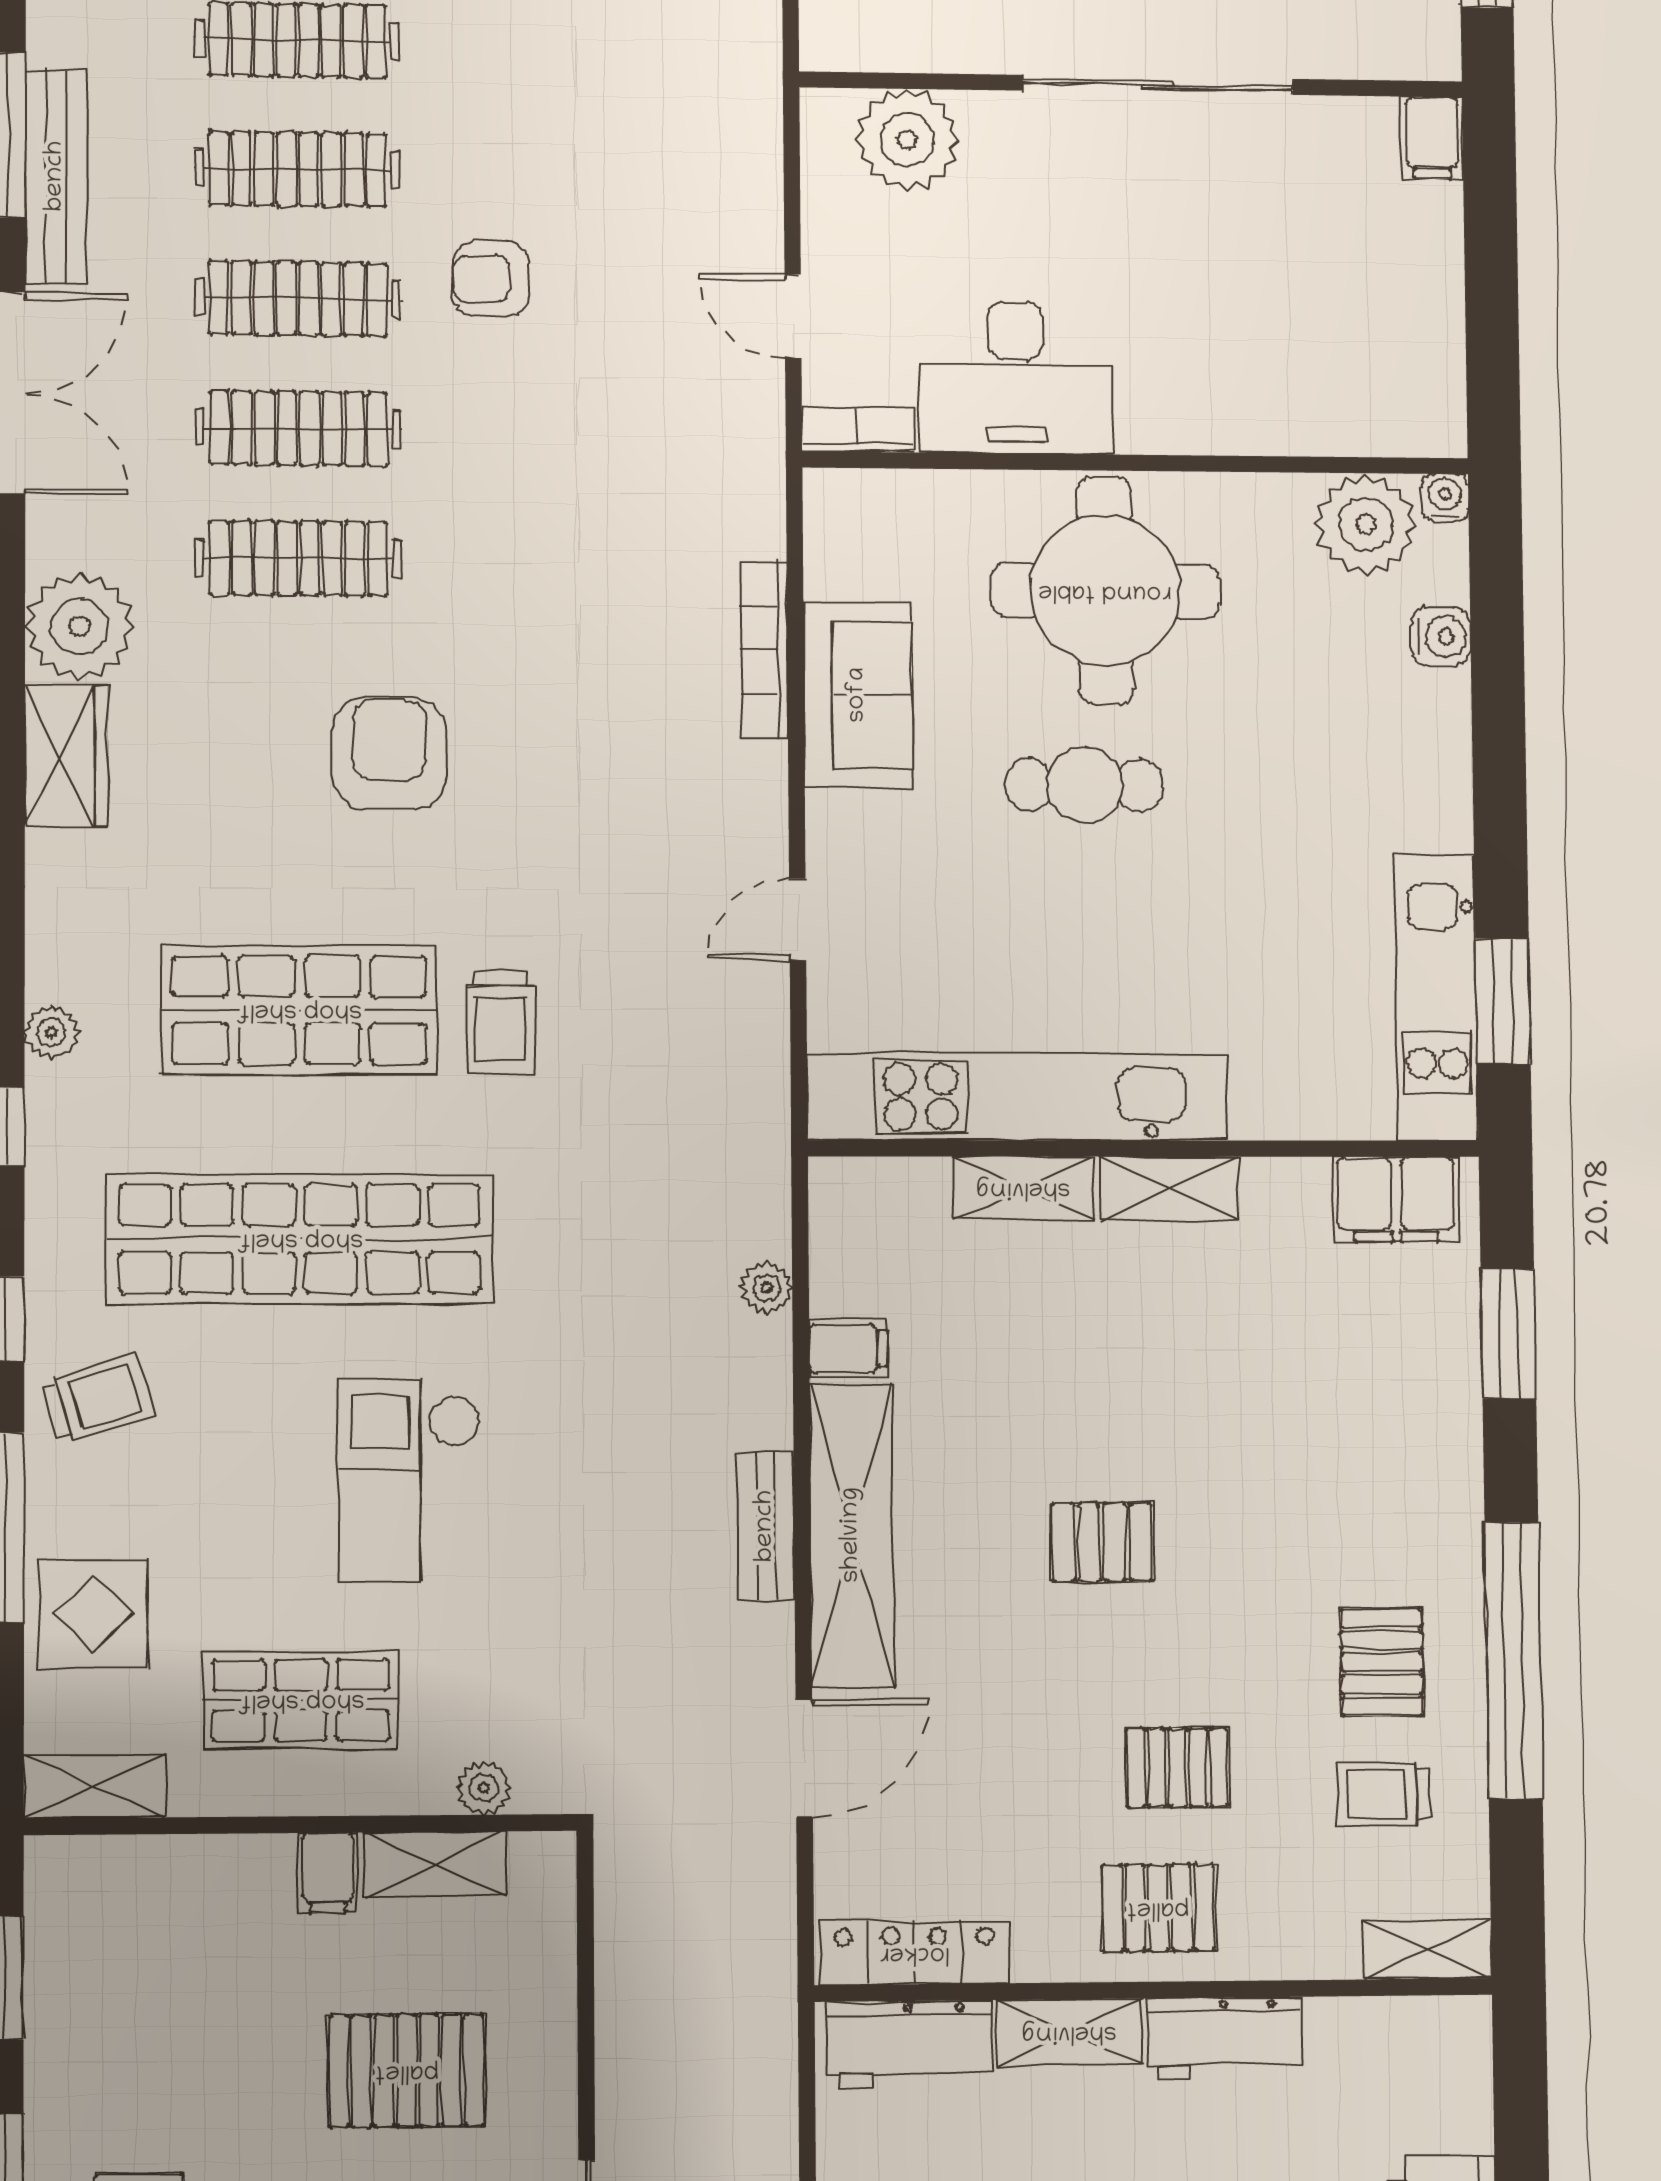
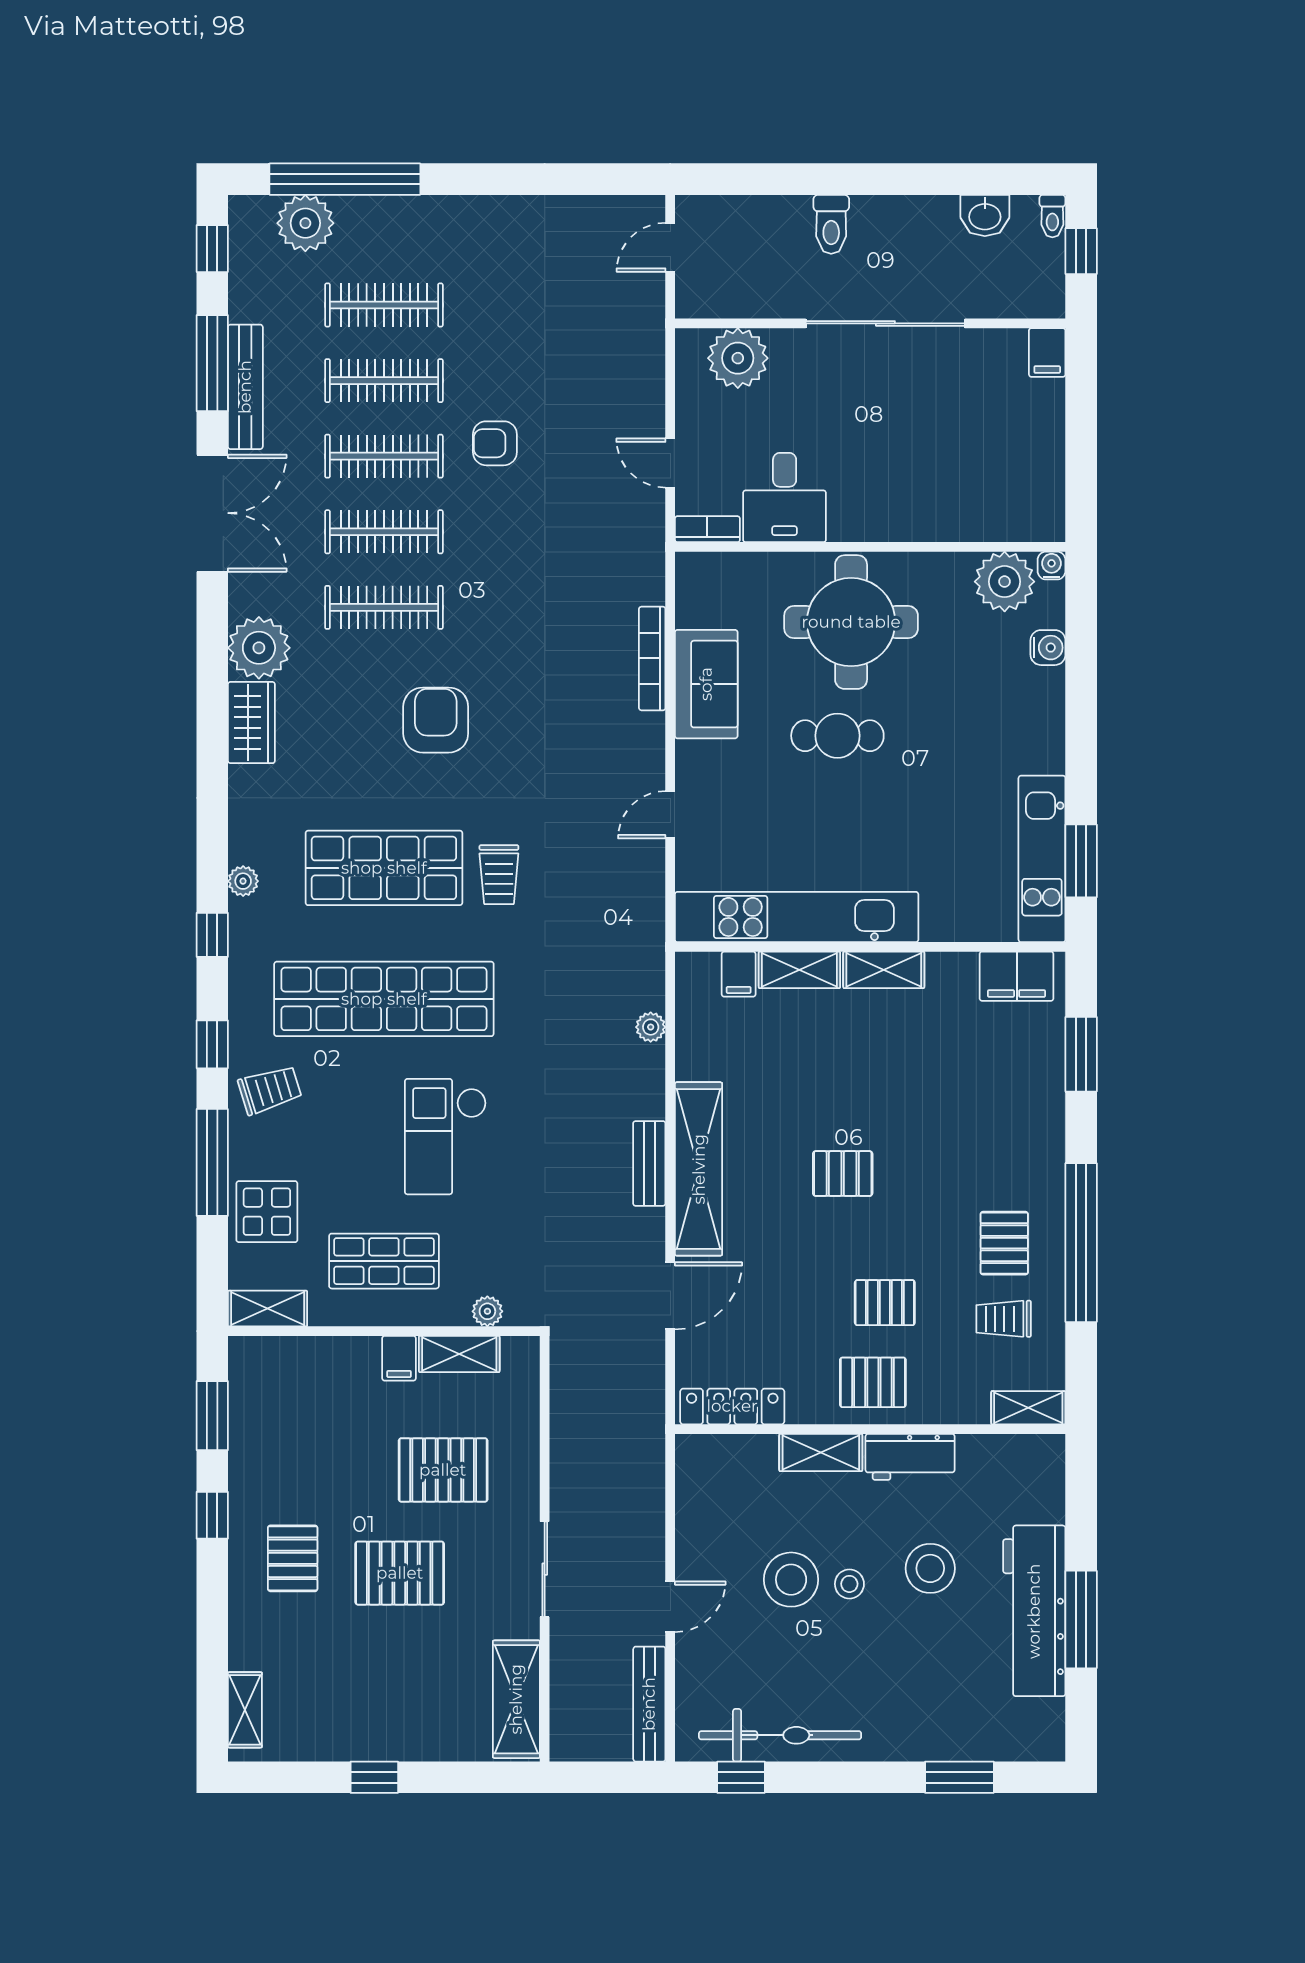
desk: (1016, 378) -> (785, 498), width x0.73
filing cabinet: (848, 1349) -> (739, 974), moved, turned 90
workbench: (909, 2044) -> (729, 1458), removed

